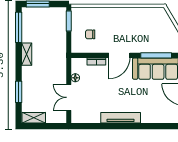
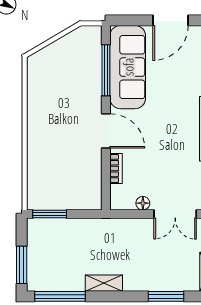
chair: (90, 34) -> (71, 179), removed

